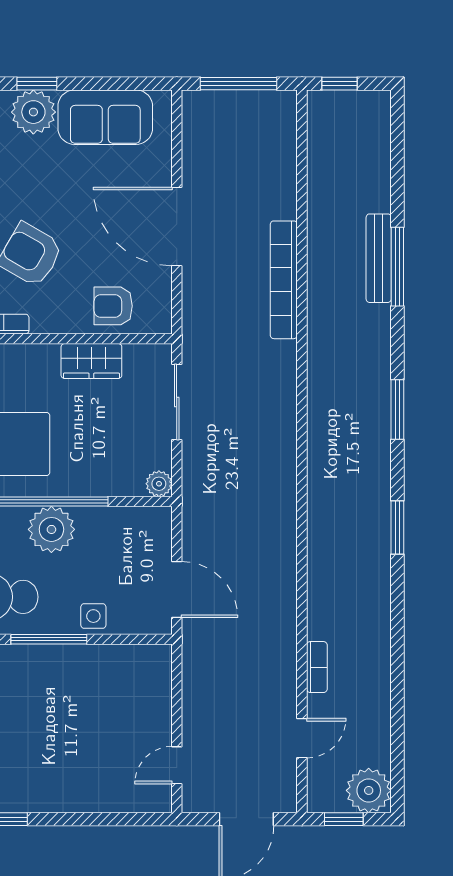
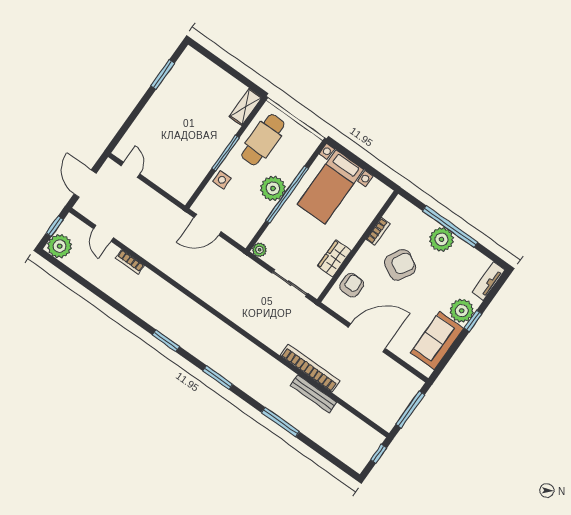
bench: (379, 258) -> (313, 394), moved

